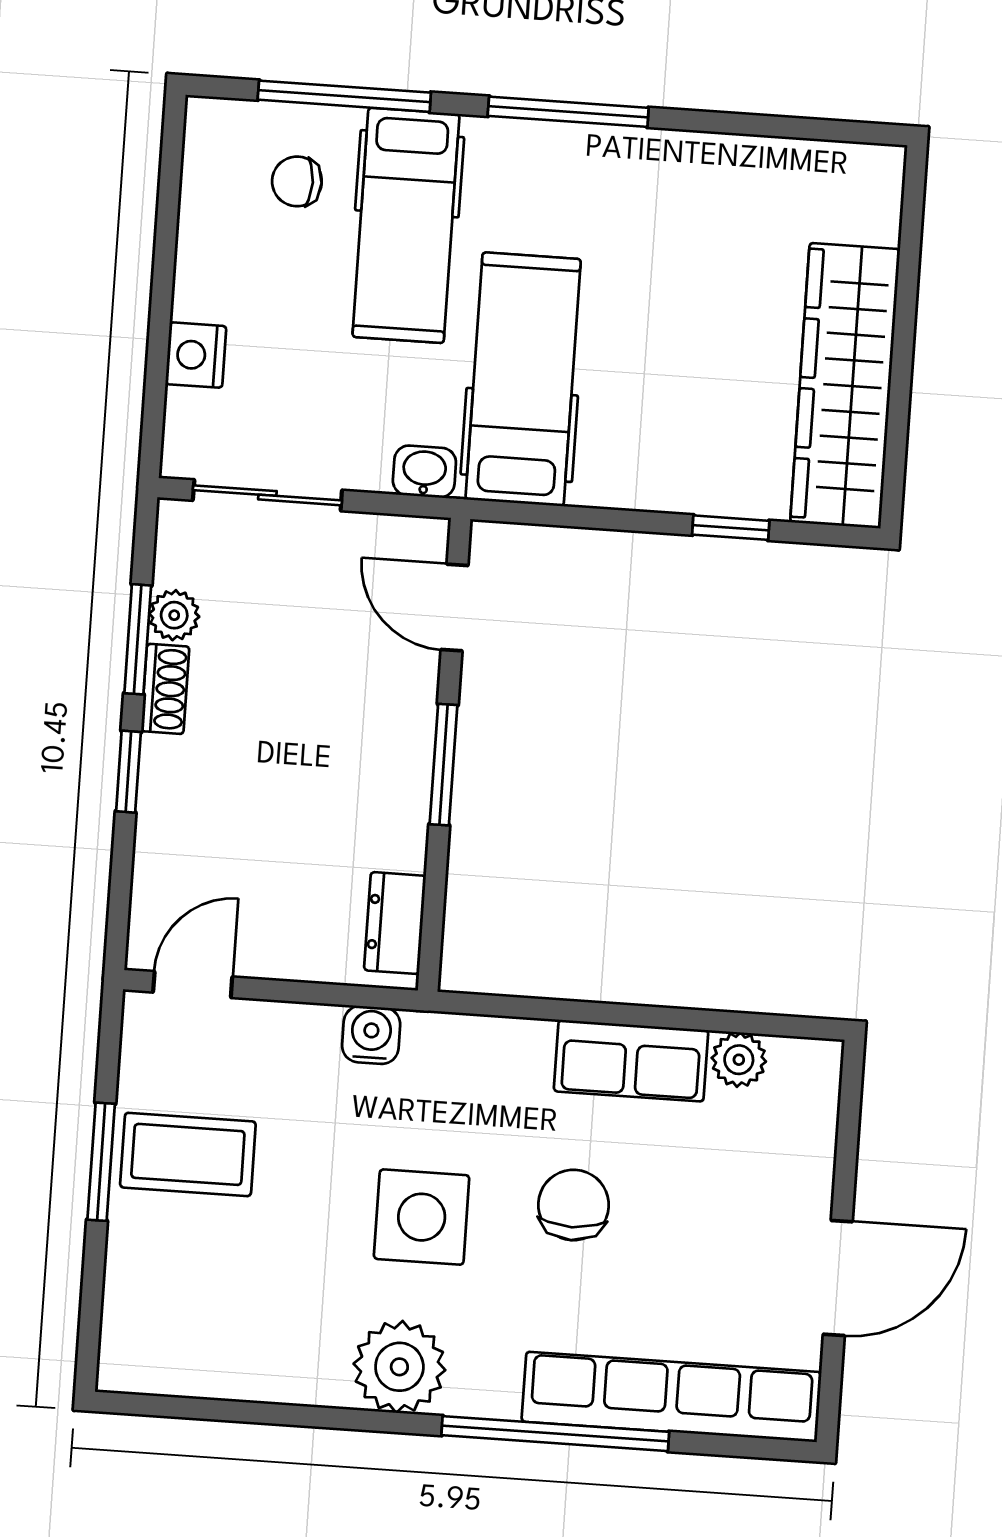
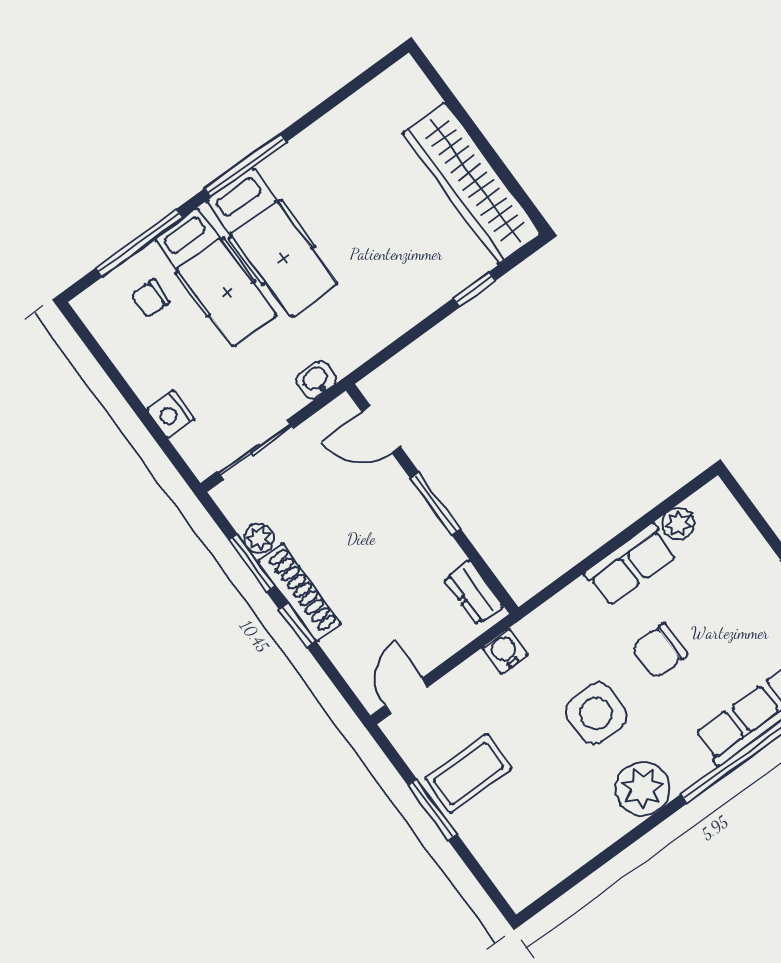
hospital bed: (523, 379) -> (272, 242), moved, turned 180
shoe rack: (165, 689) -> (299, 592), width x1.94, depth x1.24
chair: (573, 1205) -> (659, 651), turned -90

